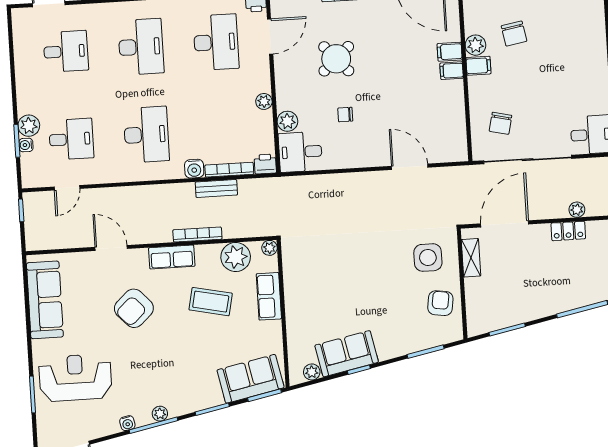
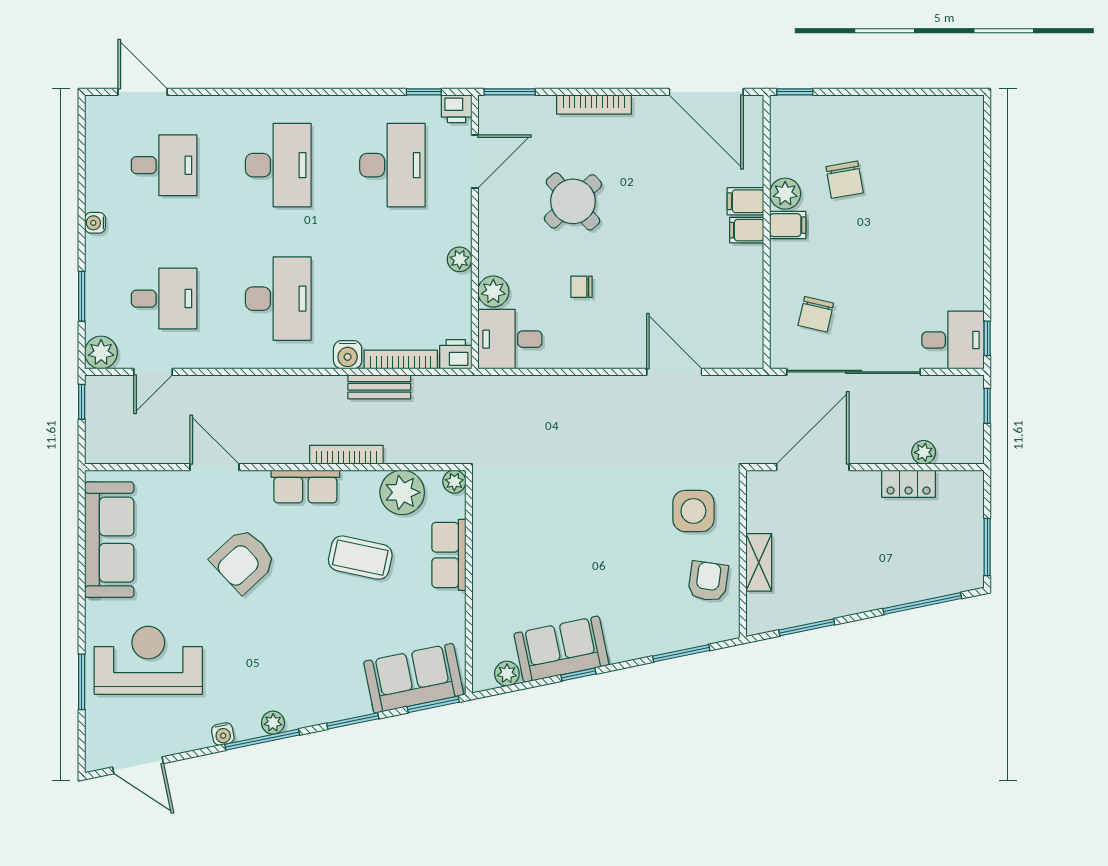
plant: (29, 126) -> (101, 353), moved
water cooler: (26, 145) -> (95, 223), moved
shelving: (471, 258) -> (759, 562), moved

